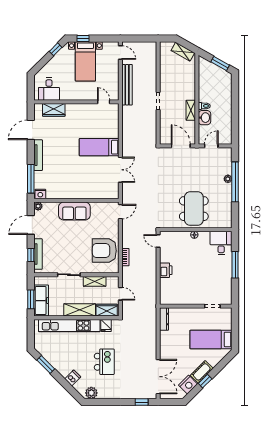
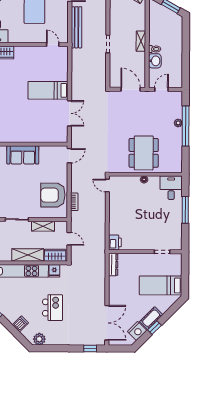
shelving: (191, 110) -> (141, 41), moved
printer: (166, 270) -> (115, 242), moved

